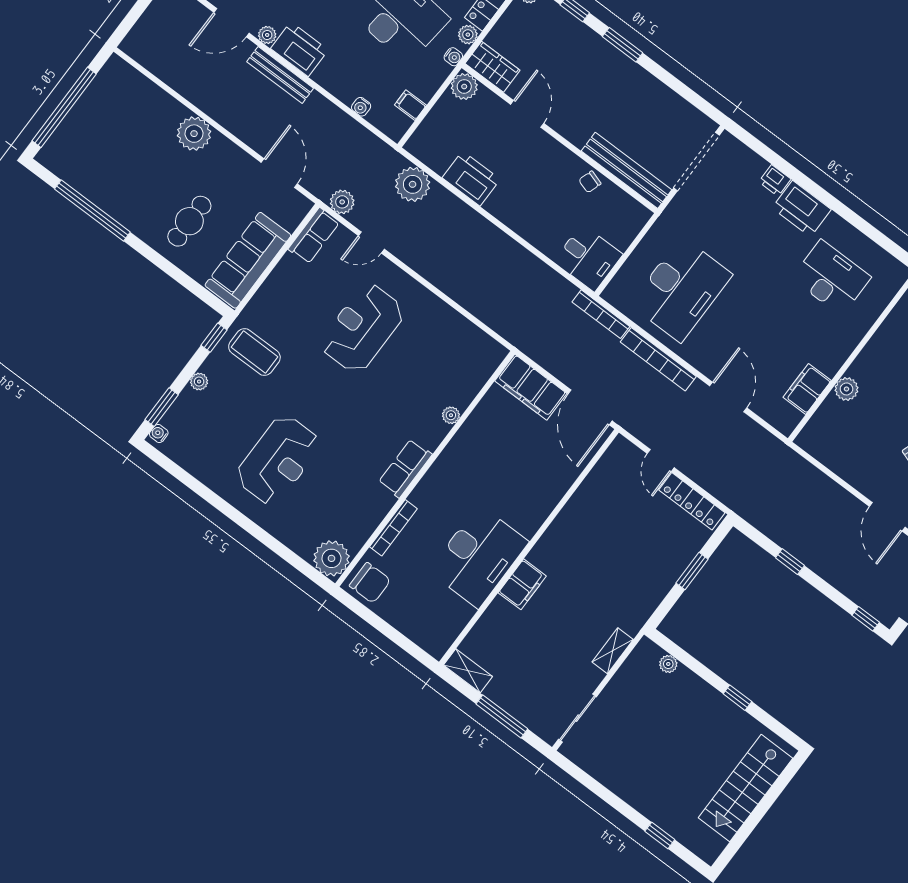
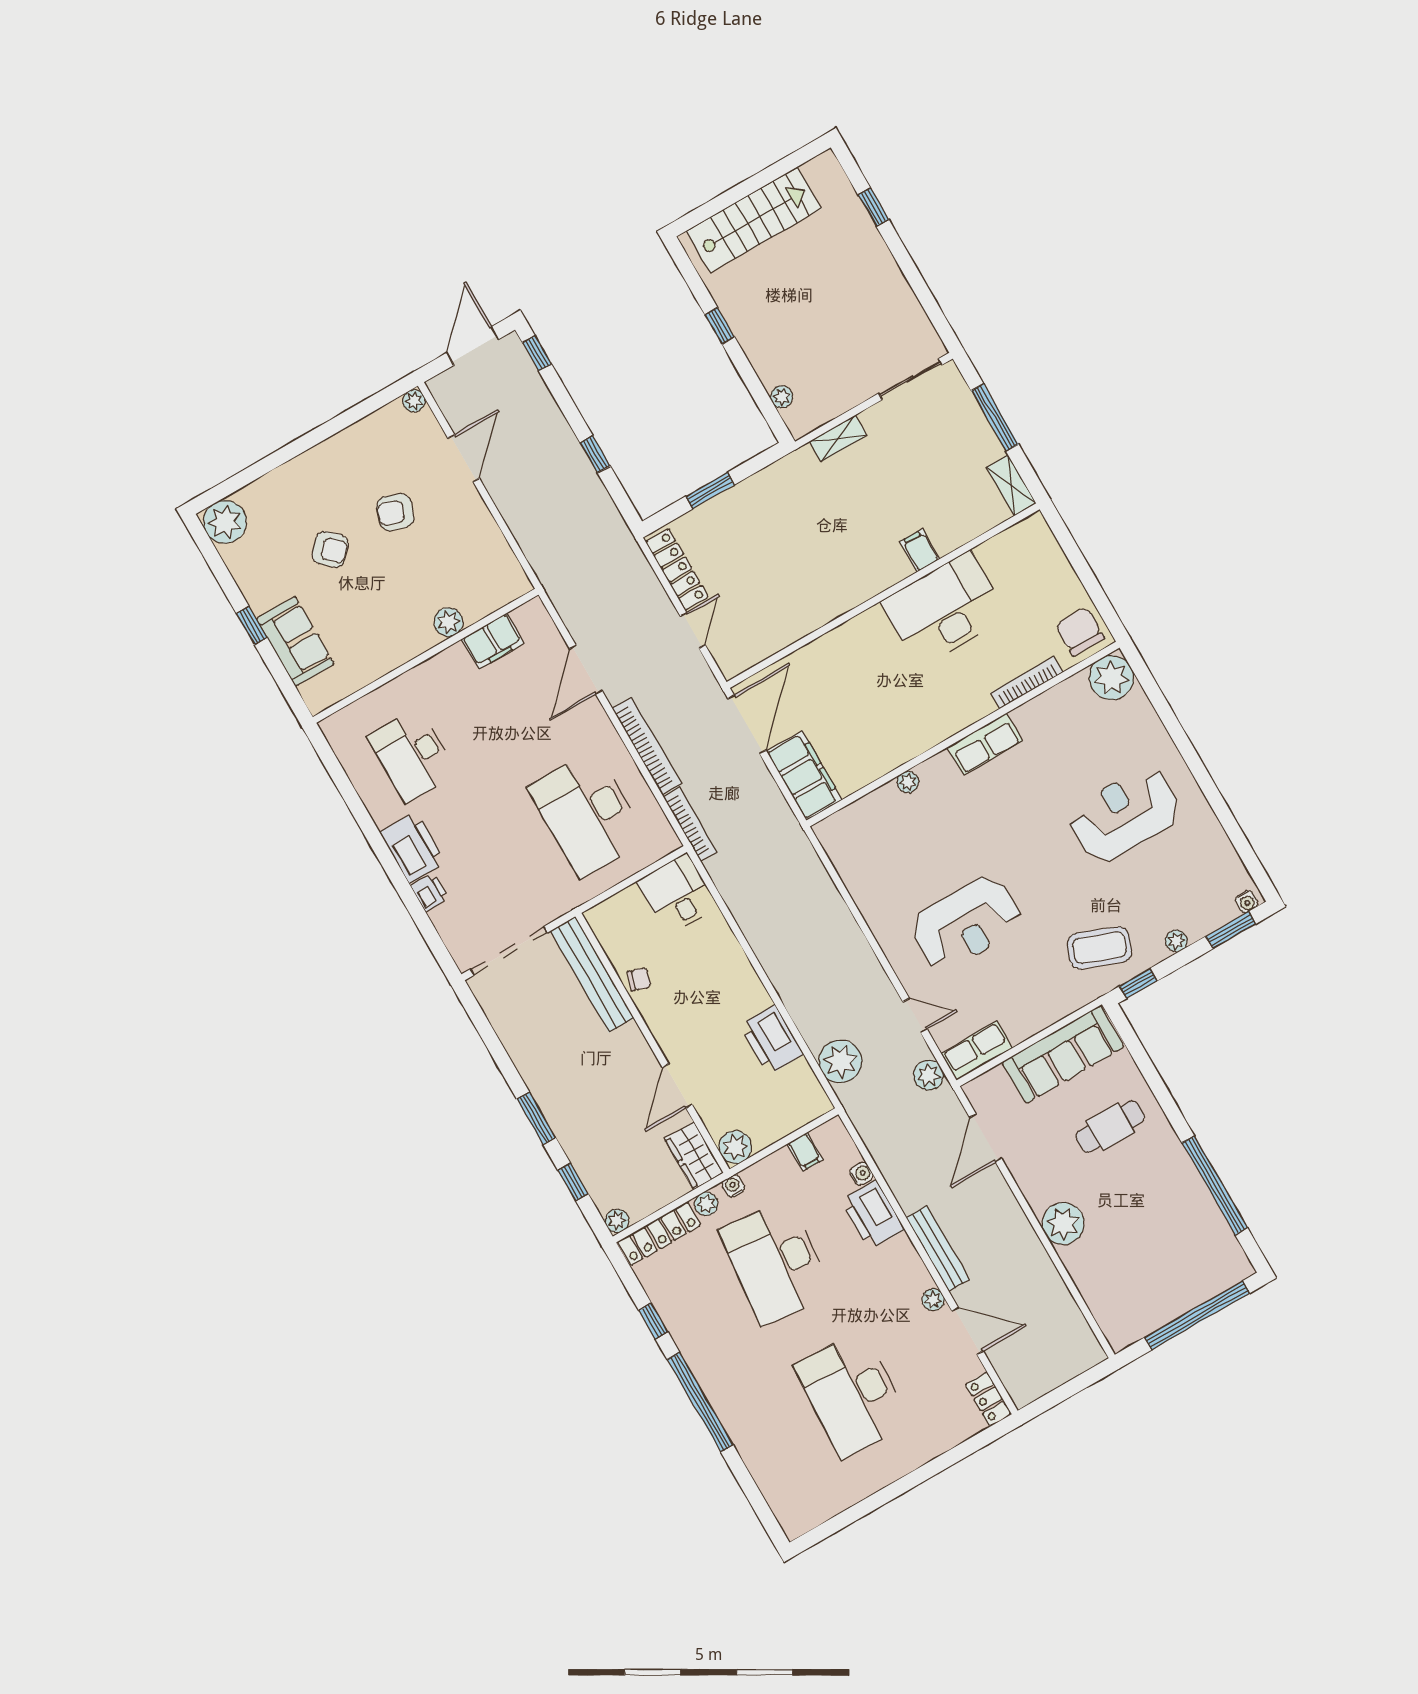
printer: (299, 49) -> (873, 1215), moved
desk: (681, 289) -> (588, 814), turned -90
coffee table: (254, 352) -> (1100, 948), turned -69
filing cabinet: (522, 584) -> (920, 550), width x0.50

